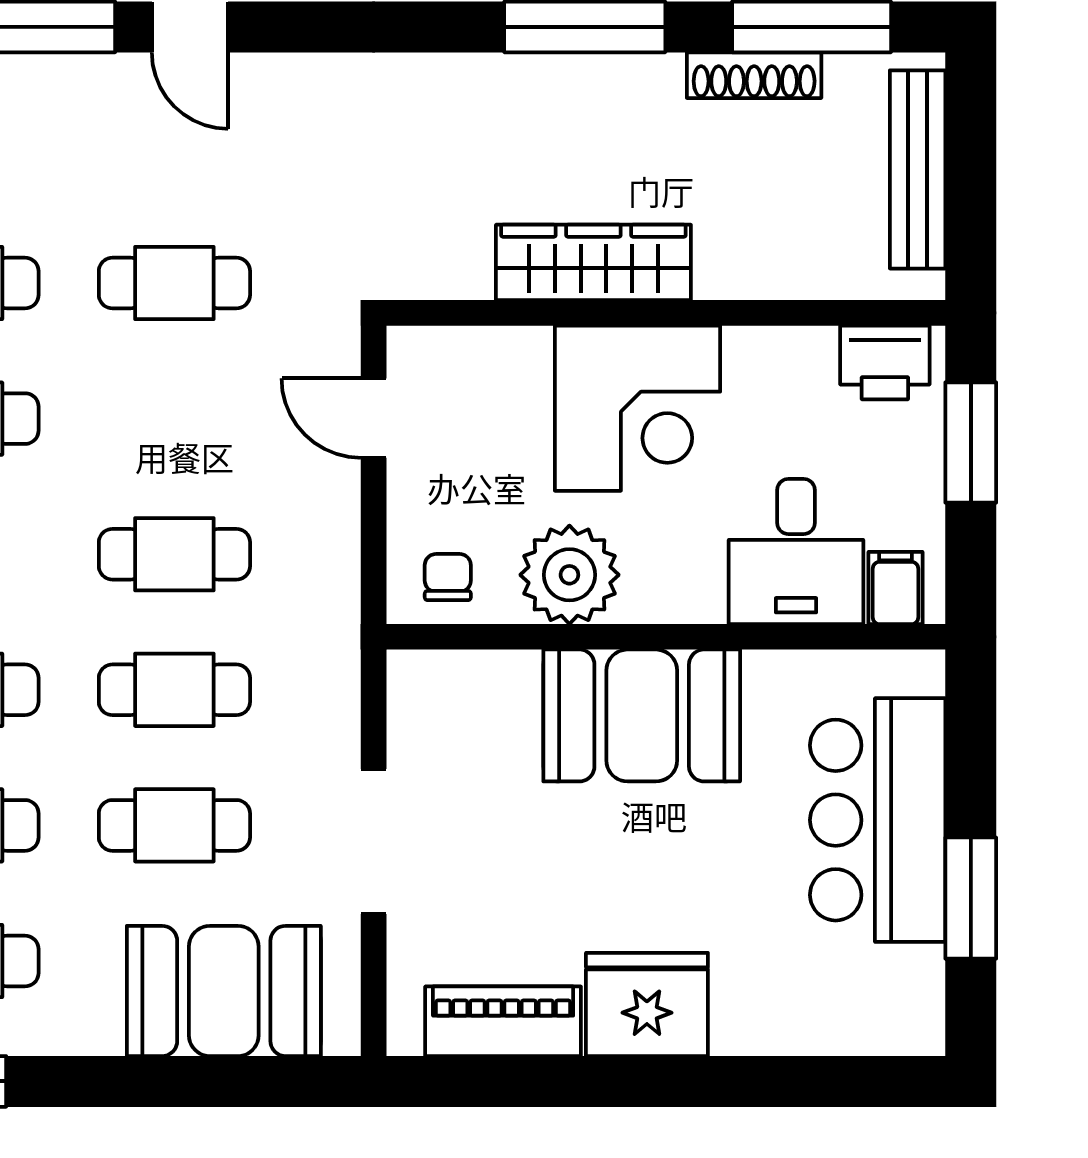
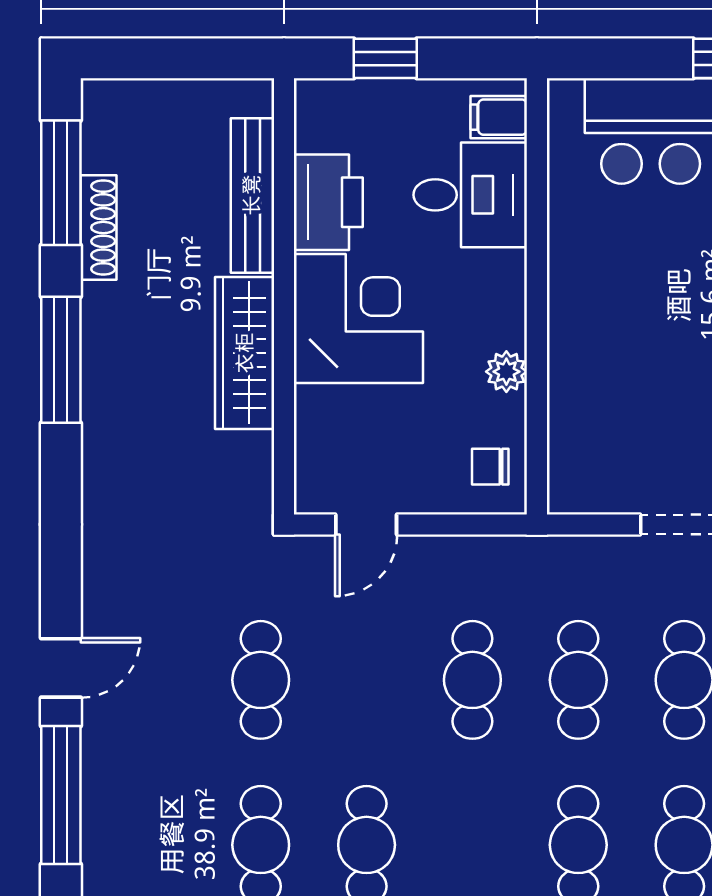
bench: (918, 169) -> (252, 195), moved, turned 90
printer: (885, 362) -> (328, 202), moved, width x1.37, depth x1.19
window: (971, 443) -> (385, 58), width x0.67
plant: (569, 575) -> (506, 372), width x0.53, depth x0.53
booth: (642, 715) -> (598, 315), removed

